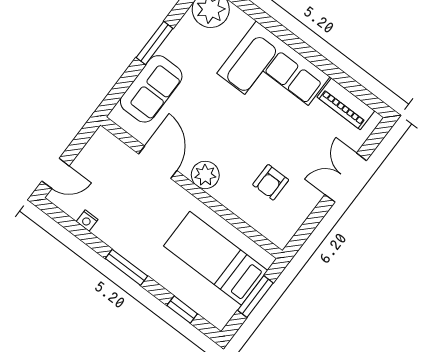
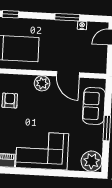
window: (126, 267) -> (67, 17), moved

